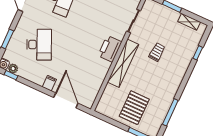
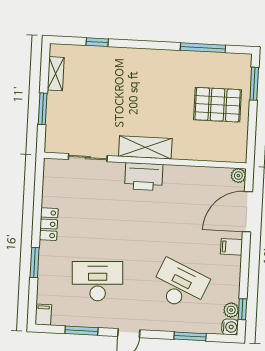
desk: (39, 45) -> (180, 285), turned 48
trolley: (157, 52) -> (120, 104), removed
shelving: (123, 63) -> (145, 147), width x0.68
plant: (89, 103) -> (238, 176), added

